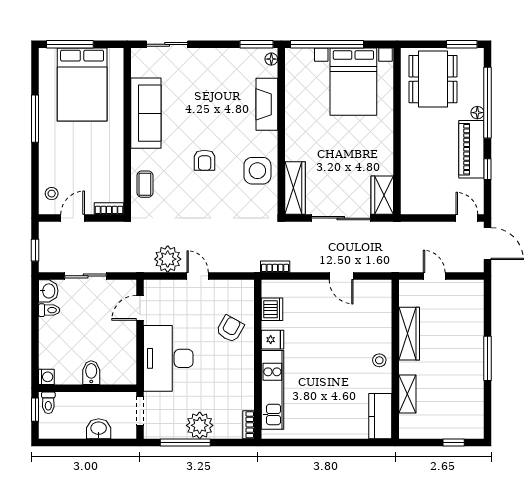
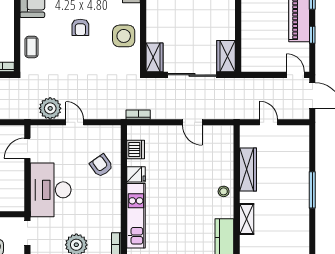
wardrobe: (295, 188) -> (154, 57), width x0.67
armchair: (230, 329) -> (101, 166), turned -64

